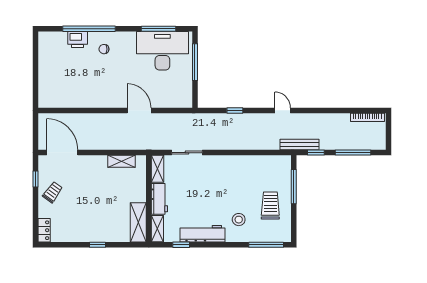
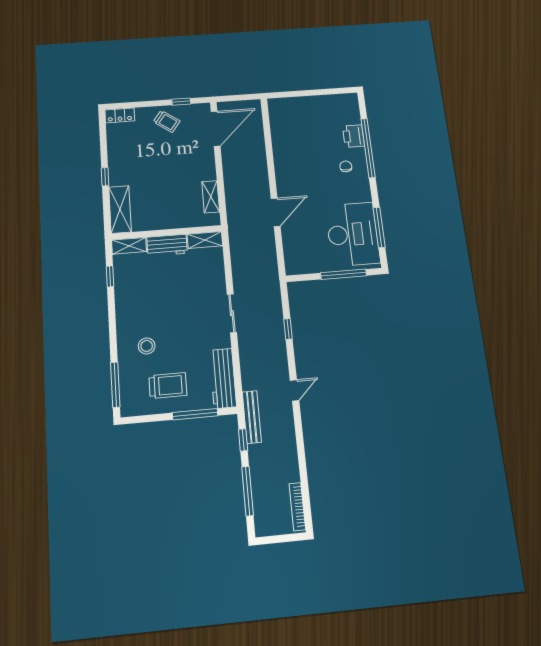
sliding door: (187, 153) -> (232, 313), moved
shelving: (138, 222) -> (120, 209), moved, turned 90
workbench: (202, 234) -> (223, 378), moved, turned 180

